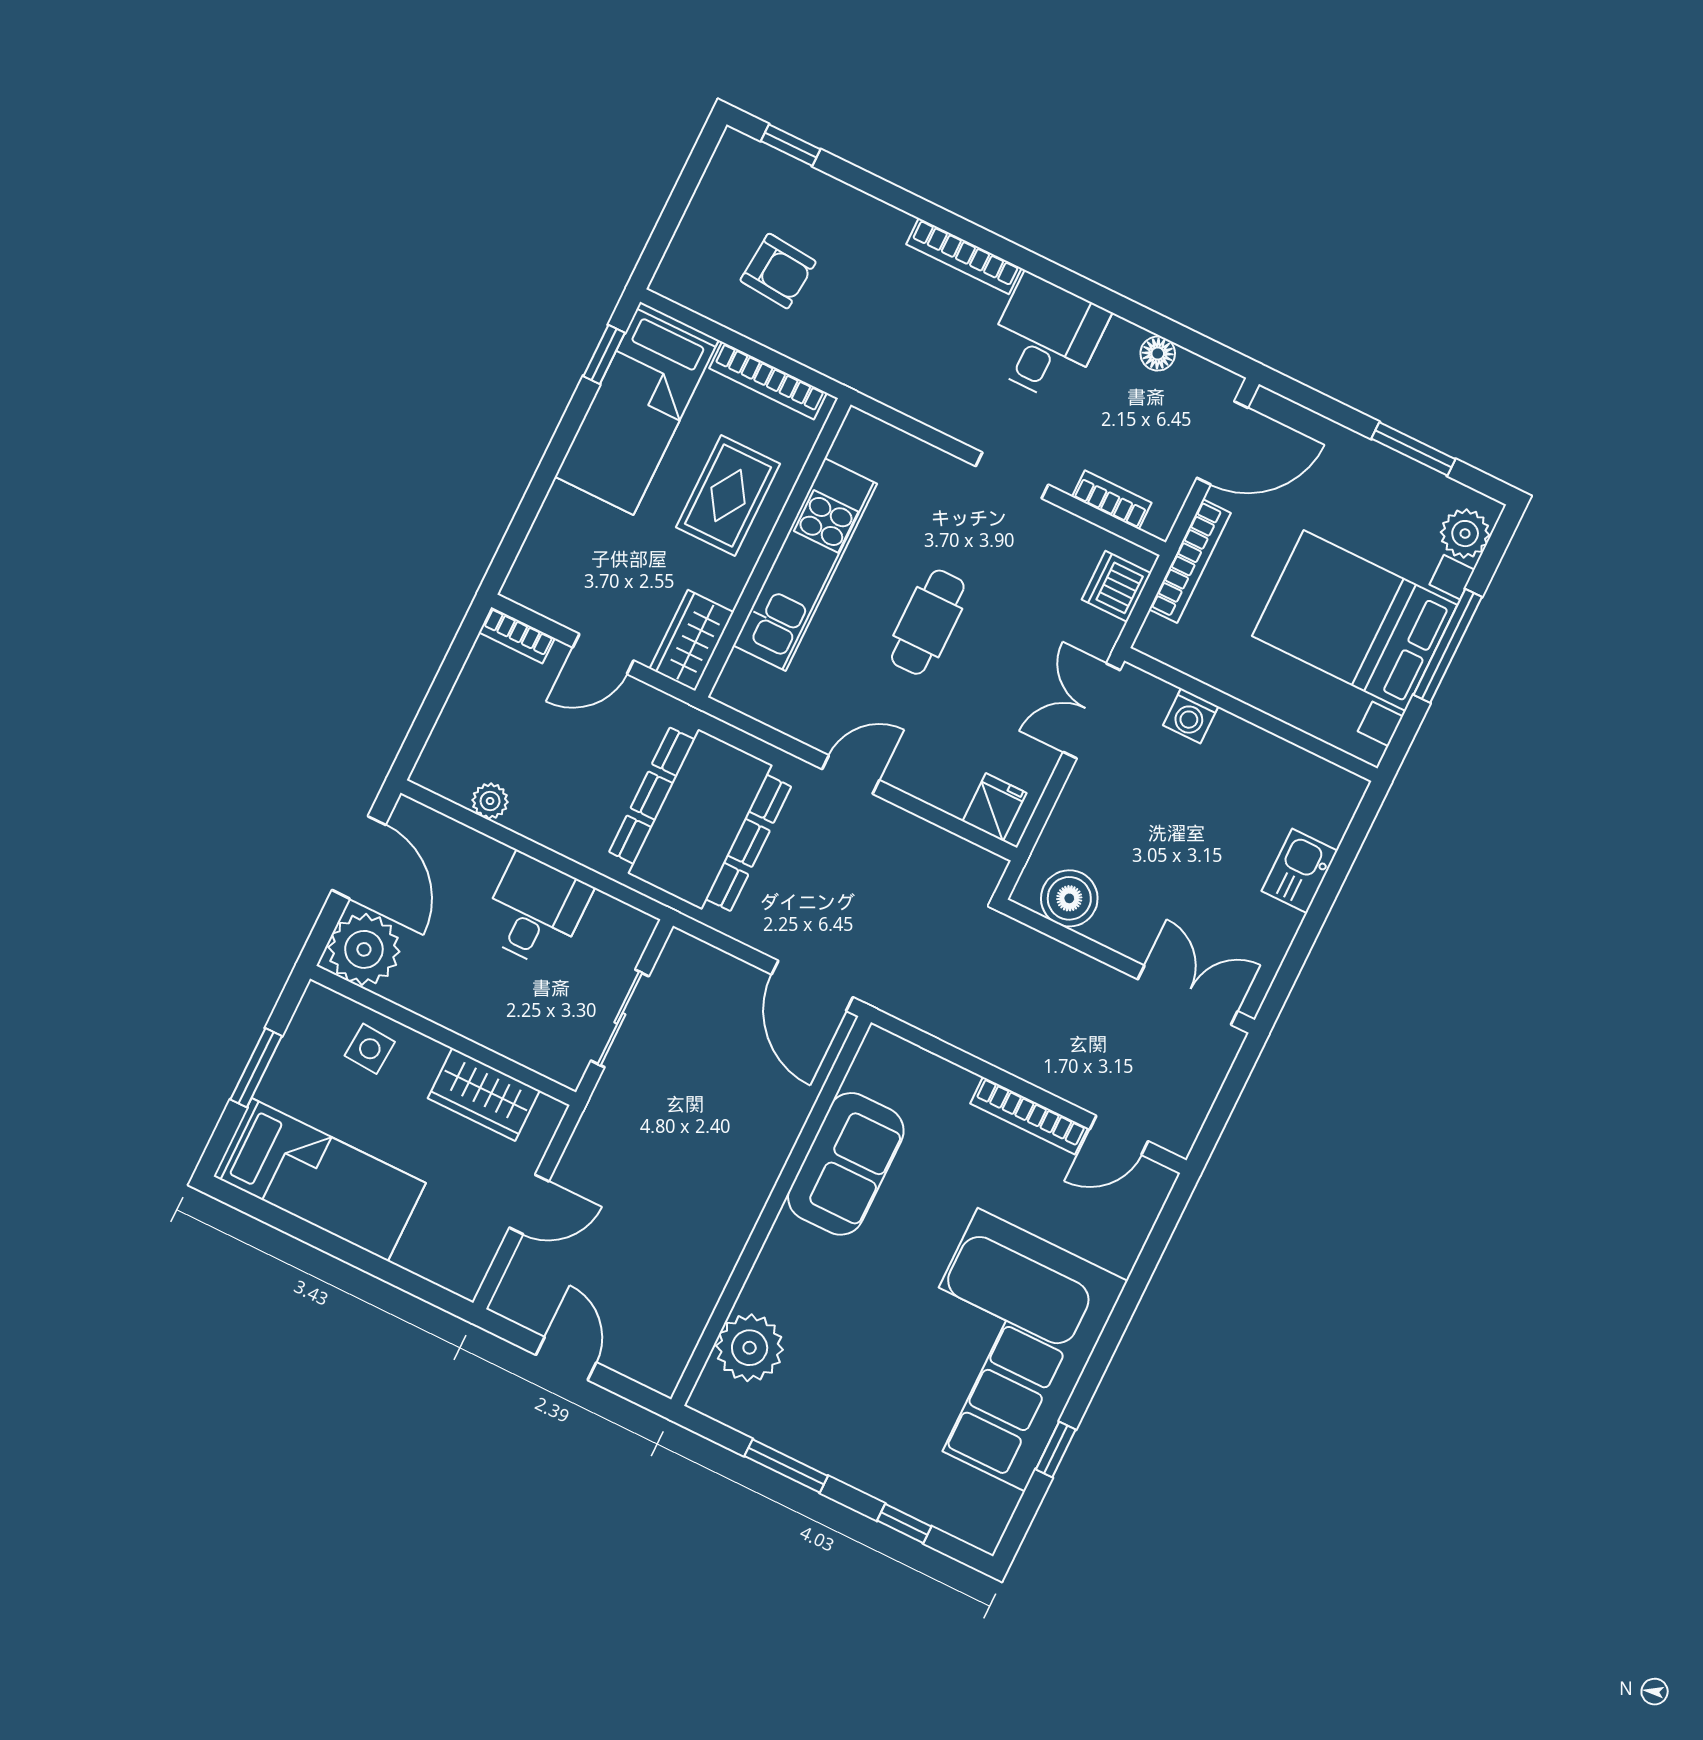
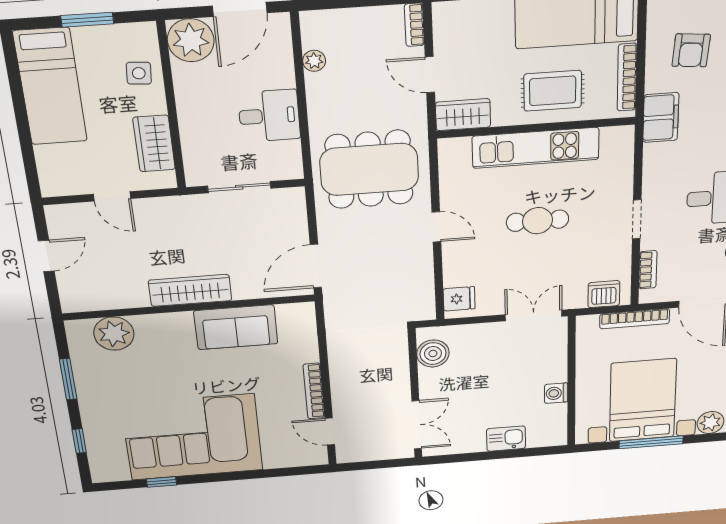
filing cabinet: (861, 362) -> (661, 118), added
washing machine: (1191, 716) -> (556, 393), moved
wardrobe: (744, 1191) -> (190, 290), added

